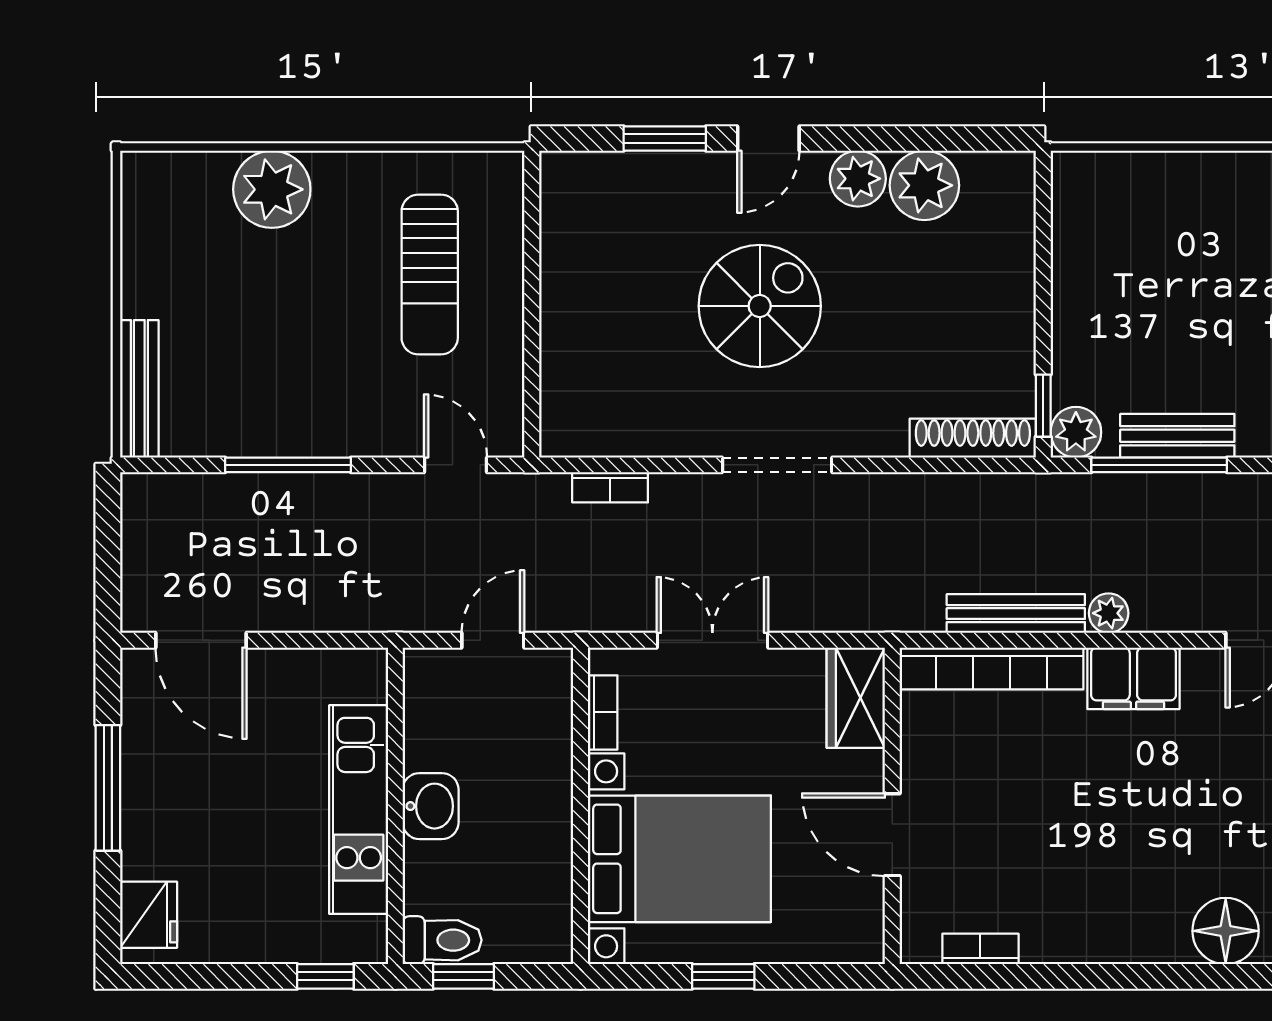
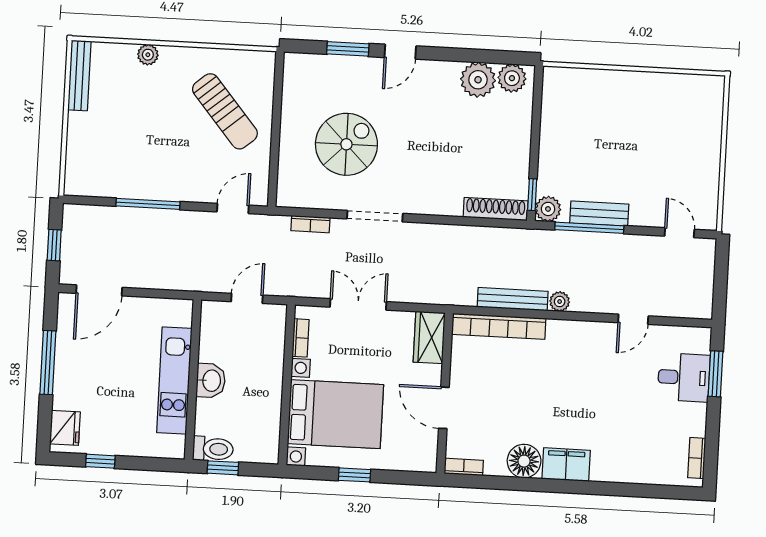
plant: (858, 179) -> (512, 78), moved
plant: (272, 189) -> (148, 55), width x0.53, depth x0.53
sun lounger: (430, 275) -> (225, 111), turned -40
spiral stairs: (760, 306) -> (346, 144), moved
bench: (139, 389) -> (79, 75), moved
door: (456, 465) -> (233, 208), hinge flipped
doorway: (777, 465) -> (375, 216), moved
window: (108, 556) -> (54, 245), added
door: (201, 640) -> (99, 290), hinge flipped
filing cabinet: (1133, 678) -> (566, 465), moved, turned 180
floor lamp: (1226, 931) -> (524, 461), moved
bookcase: (980, 949) -> (464, 467), moved
window: (325, 976) -> (100, 461), moved

